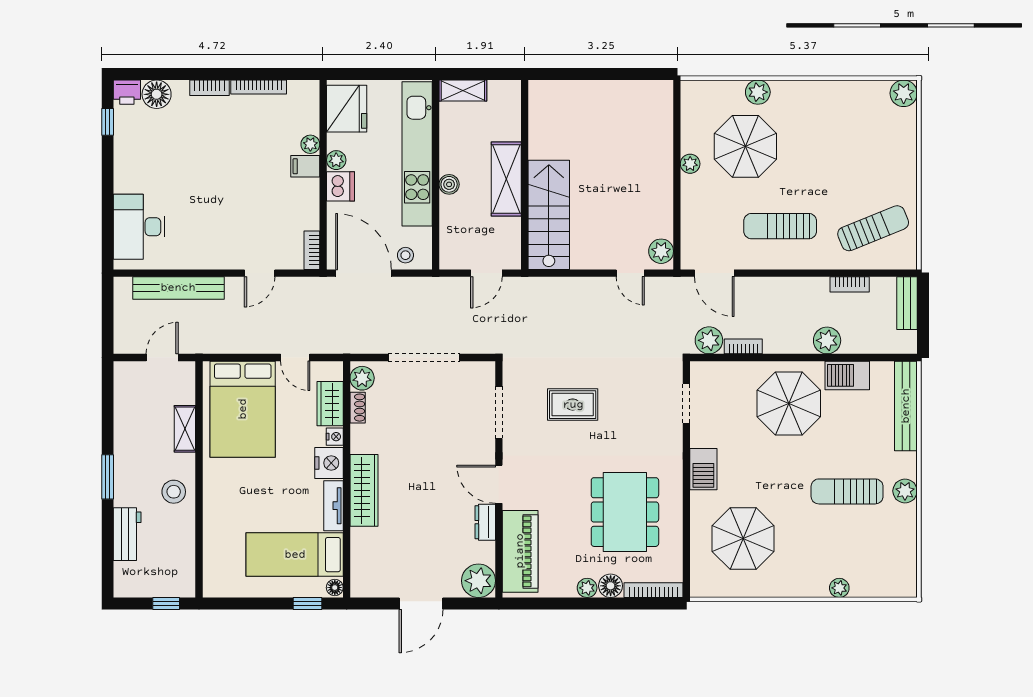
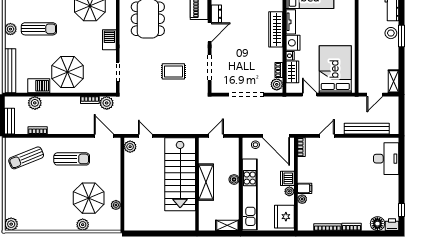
plant: (690, 164) -> (116, 205), moved
stairs: (549, 215) -> (180, 174), width x1.36, depth x1.51
plant: (827, 340) -> (35, 103), moved
shelving: (185, 429) -> (393, 81), moved
door: (499, 484) -> (210, 32), hinge flipped
stool: (174, 492) -> (391, 33), moved

